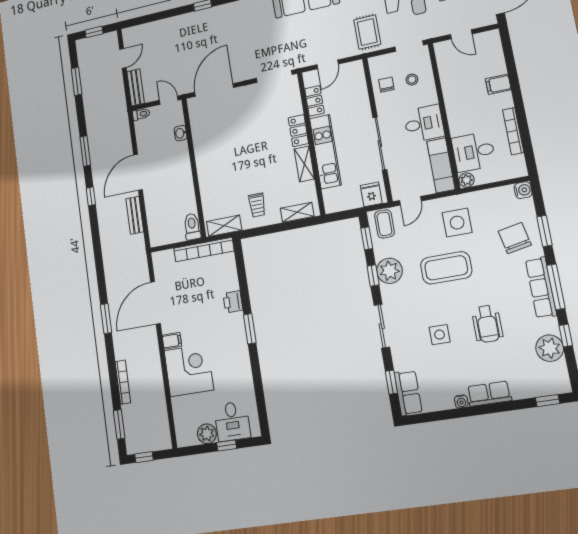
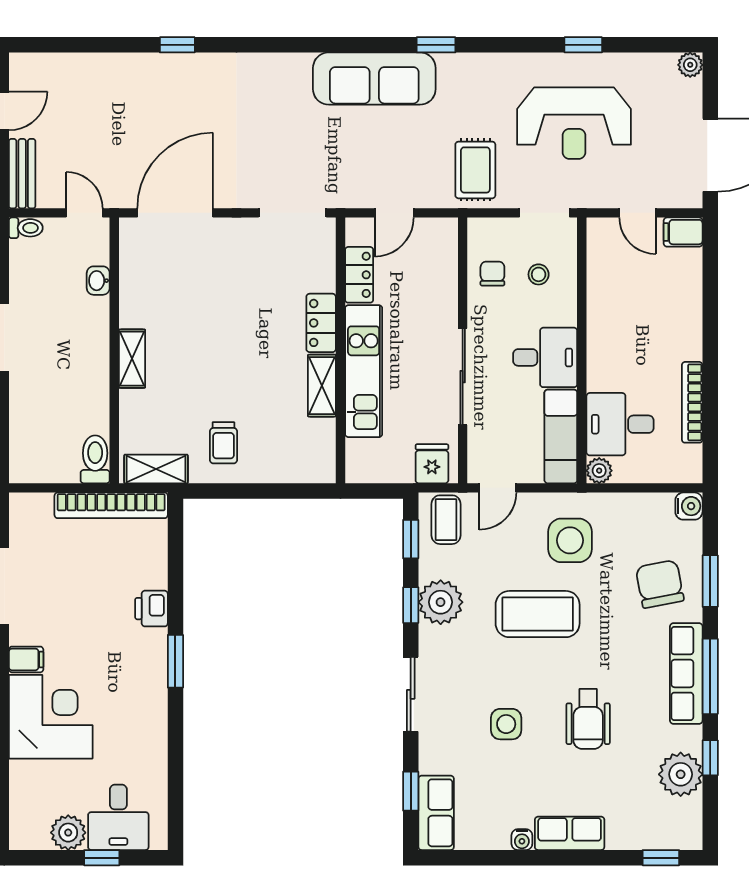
filing cabinet: (498, 84) -> (683, 232), moved
shelving: (297, 212) -> (132, 359), moved, turned 90

